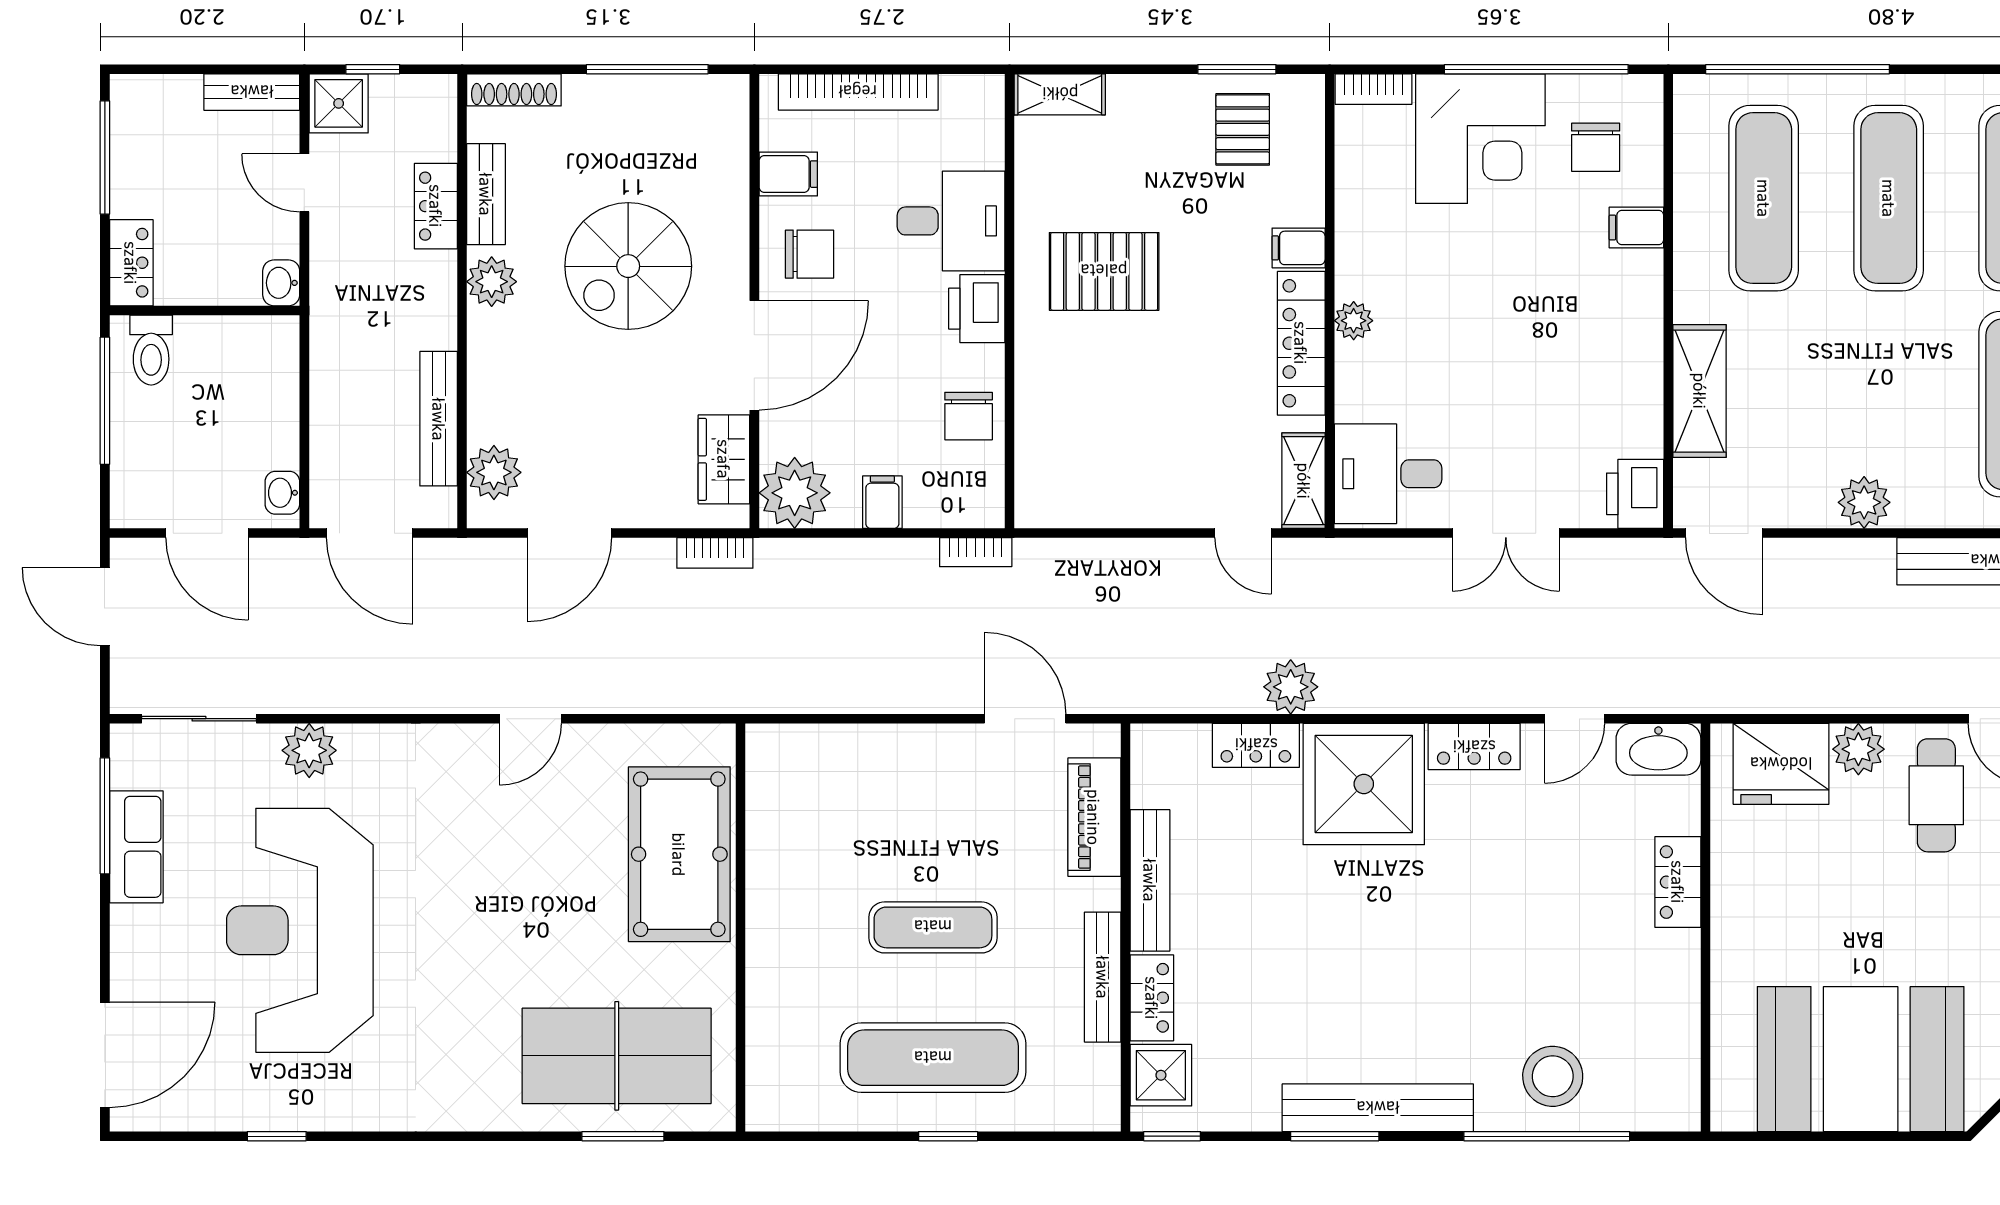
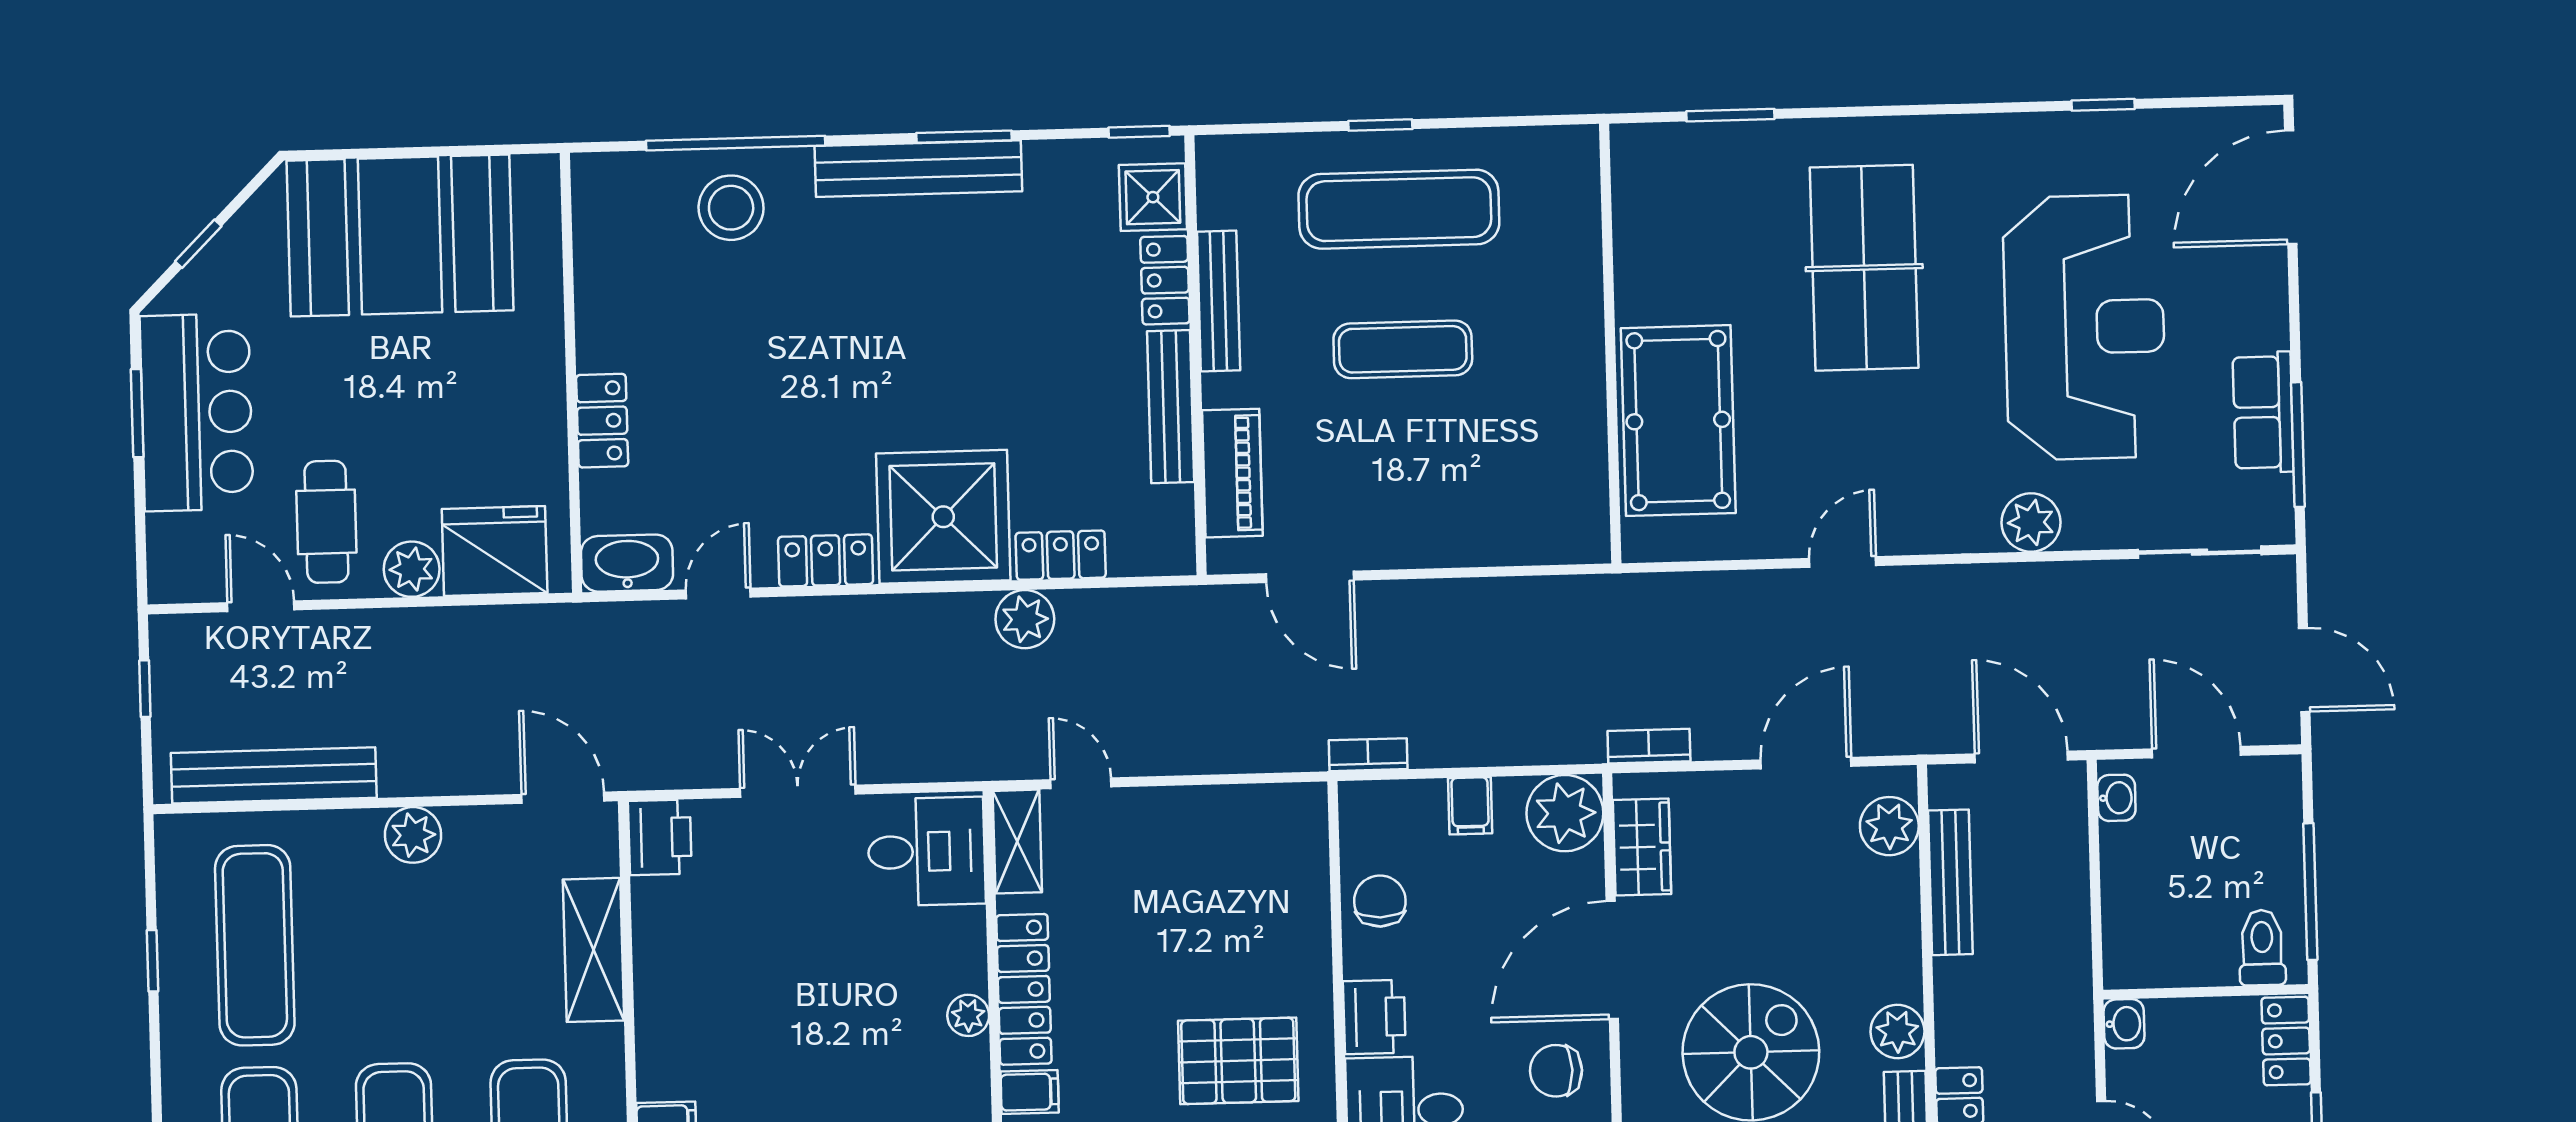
plant: (309, 750) -> (2031, 522), moved
table tennis table: (617, 1056) -> (1864, 268), moved, turned 90

